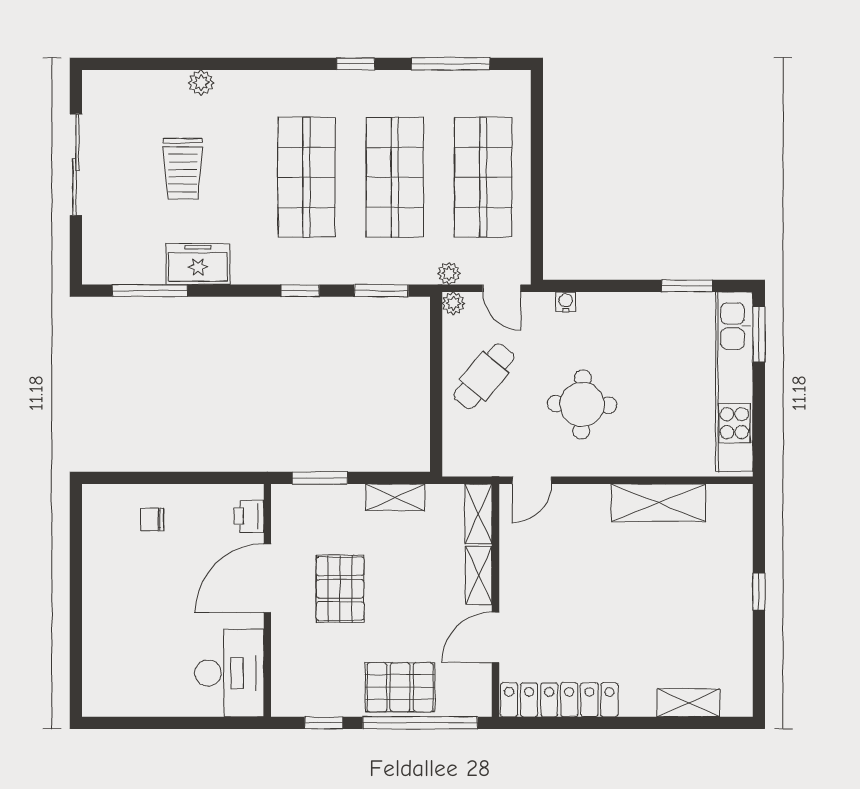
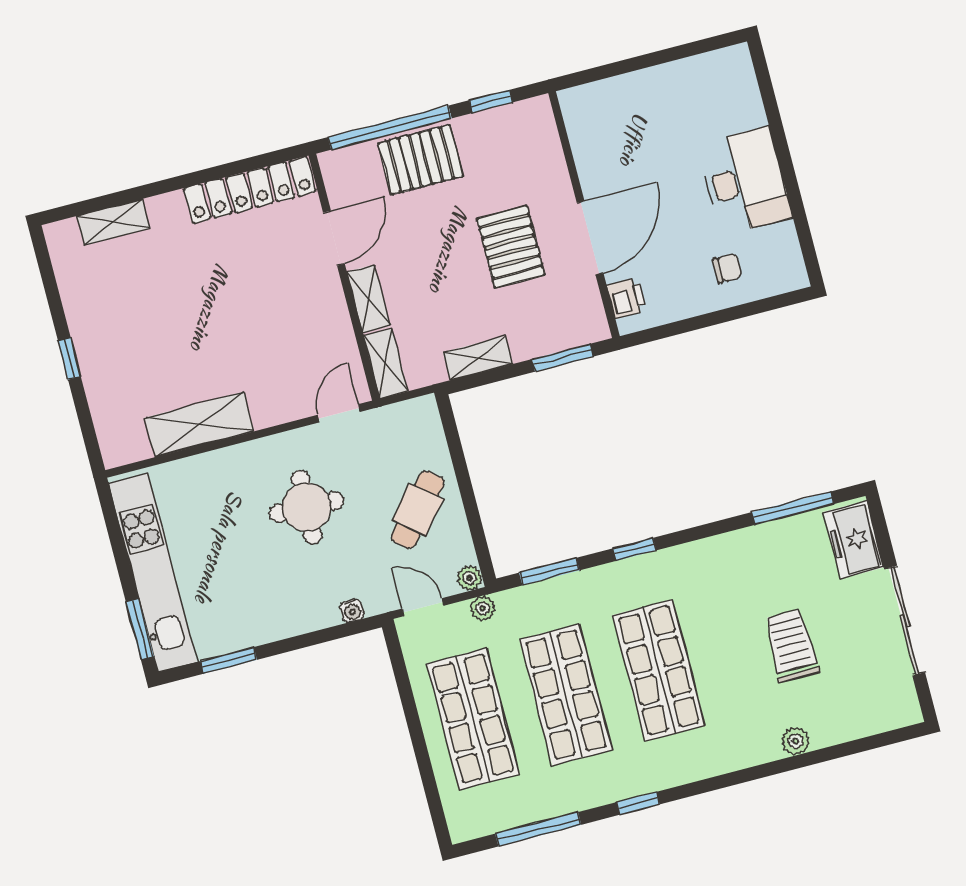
freezer: (198, 264) -> (854, 540), moved, turned 90
desk: (229, 673) -> (745, 181), moved, turned 180

